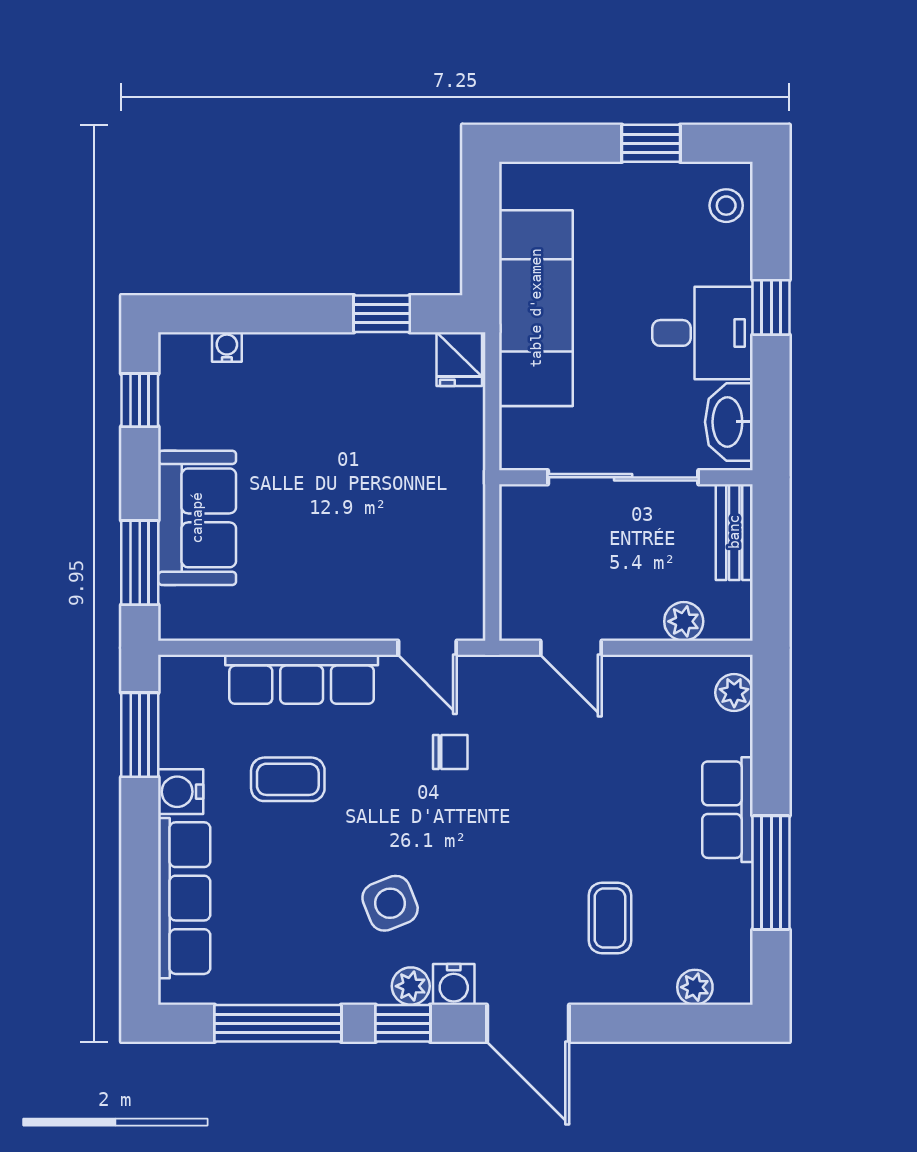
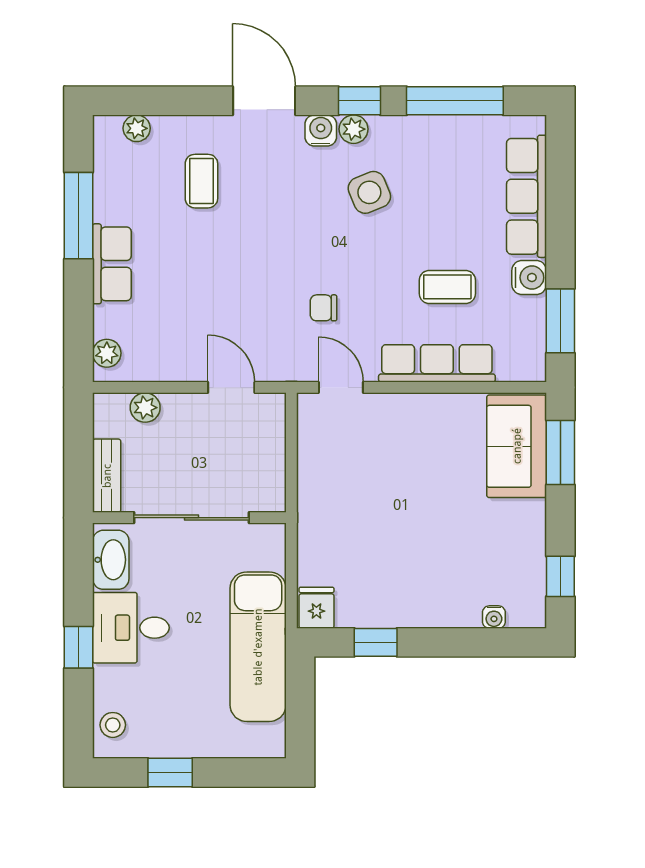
sofa: (197, 518) -> (517, 446), moved

